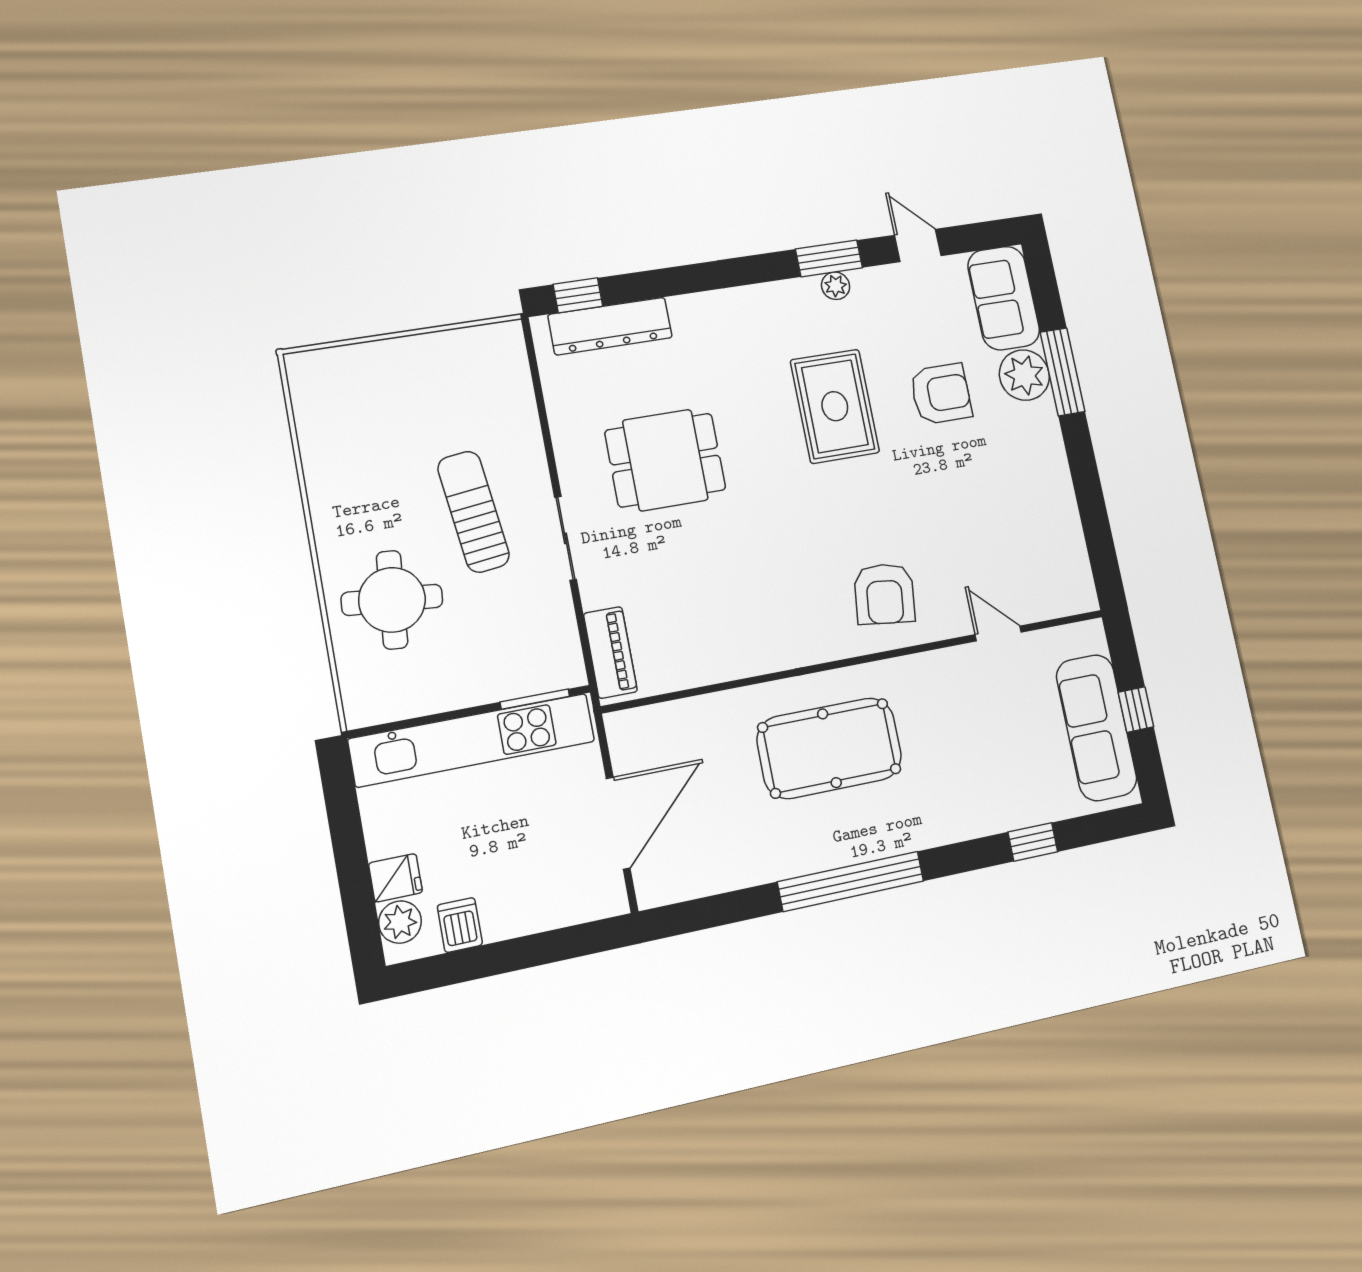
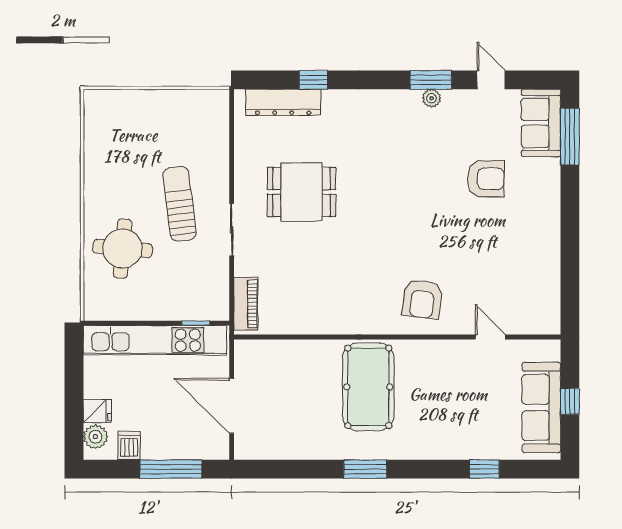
window: (578, 295) -> (313, 80), moved
window: (1062, 372) -> (570, 137), moved
plant: (1024, 375) -> (544, 176), removed
rug: (835, 406) -> (415, 176), removed
window: (535, 699) -> (196, 323), width x0.67
pool table: (829, 748) -> (368, 387), turned 90
door: (618, 823) -> (232, 406), swing flipped
window: (851, 881) -> (365, 469), width x0.47
window: (537, 949) -> (171, 469), added

